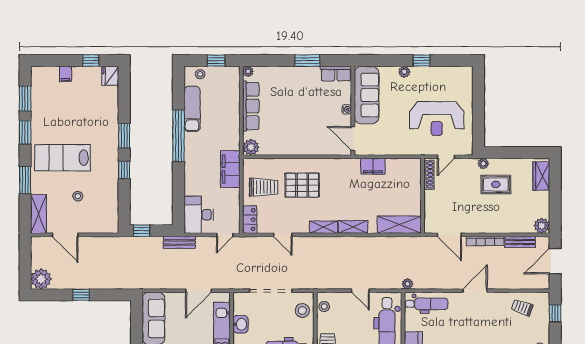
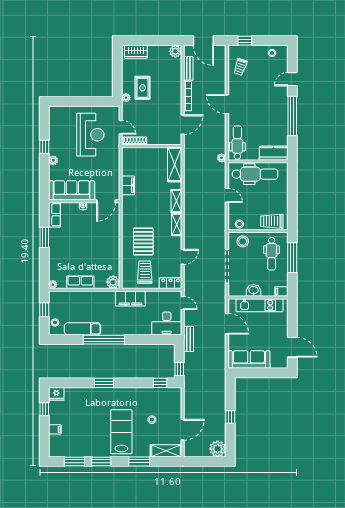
row of seats: (251, 106) -> (80, 282), width x0.68
lab bench: (63, 158) -> (121, 432), turned 180
window: (124, 170) -> (160, 383), moved
door: (360, 291) -> (227, 195), hinge flipped

